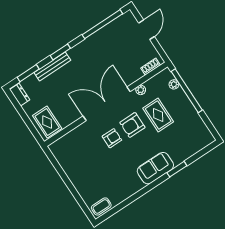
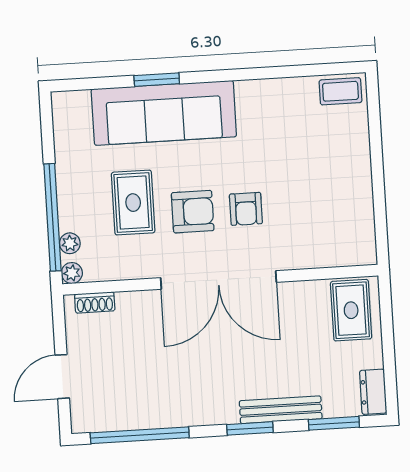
plant: (141, 90) -> (72, 273), moved
armchair: (112, 138) -> (246, 209), turned -90
sofa: (155, 168) -> (164, 113), width x1.85, depth x1.27

